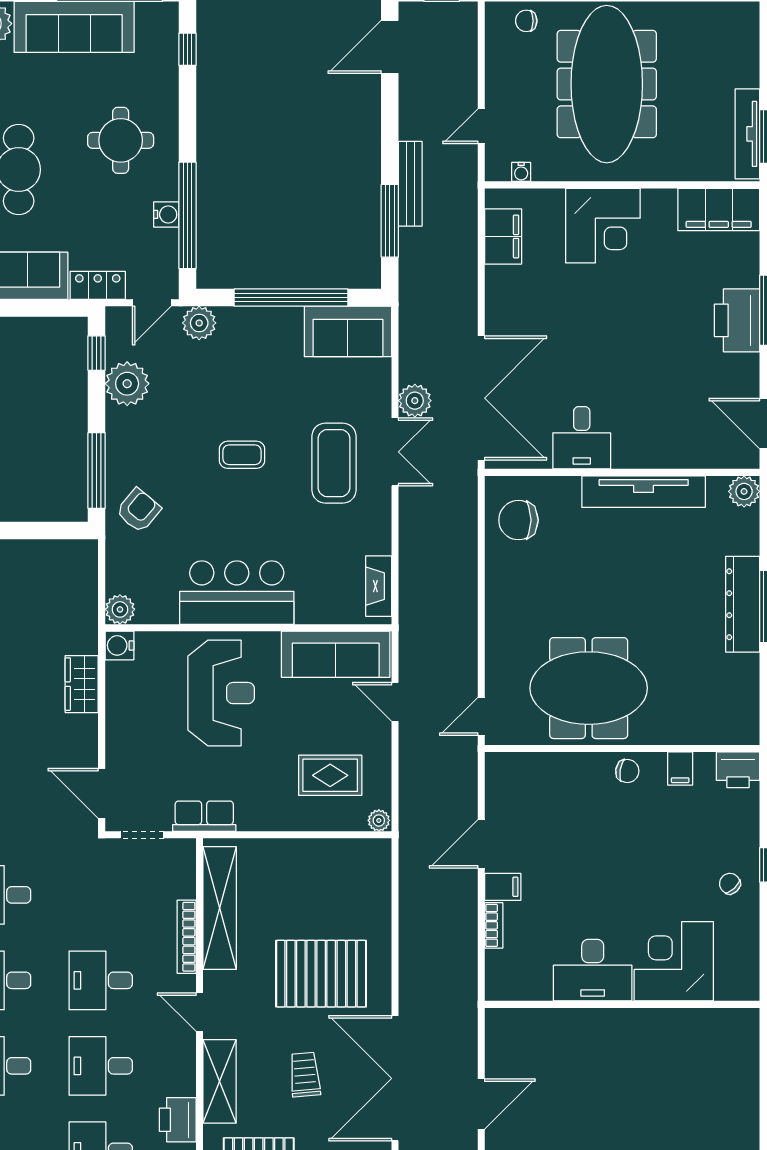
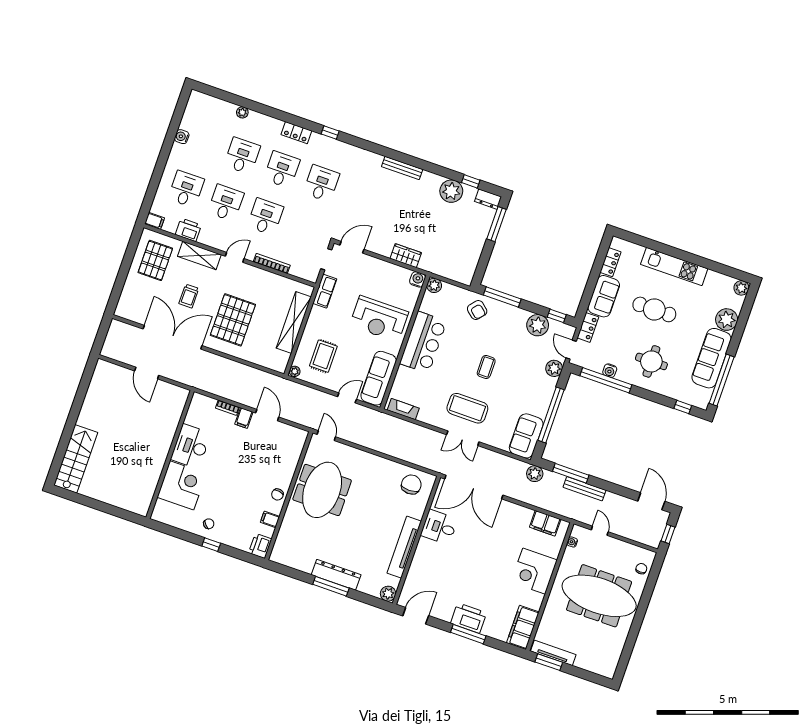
plant: (415, 401) -> (535, 474), moved
shelving: (220, 908) -> (294, 322), moved, turned 90
trolley: (305, 1075) -> (189, 296), turned 95

